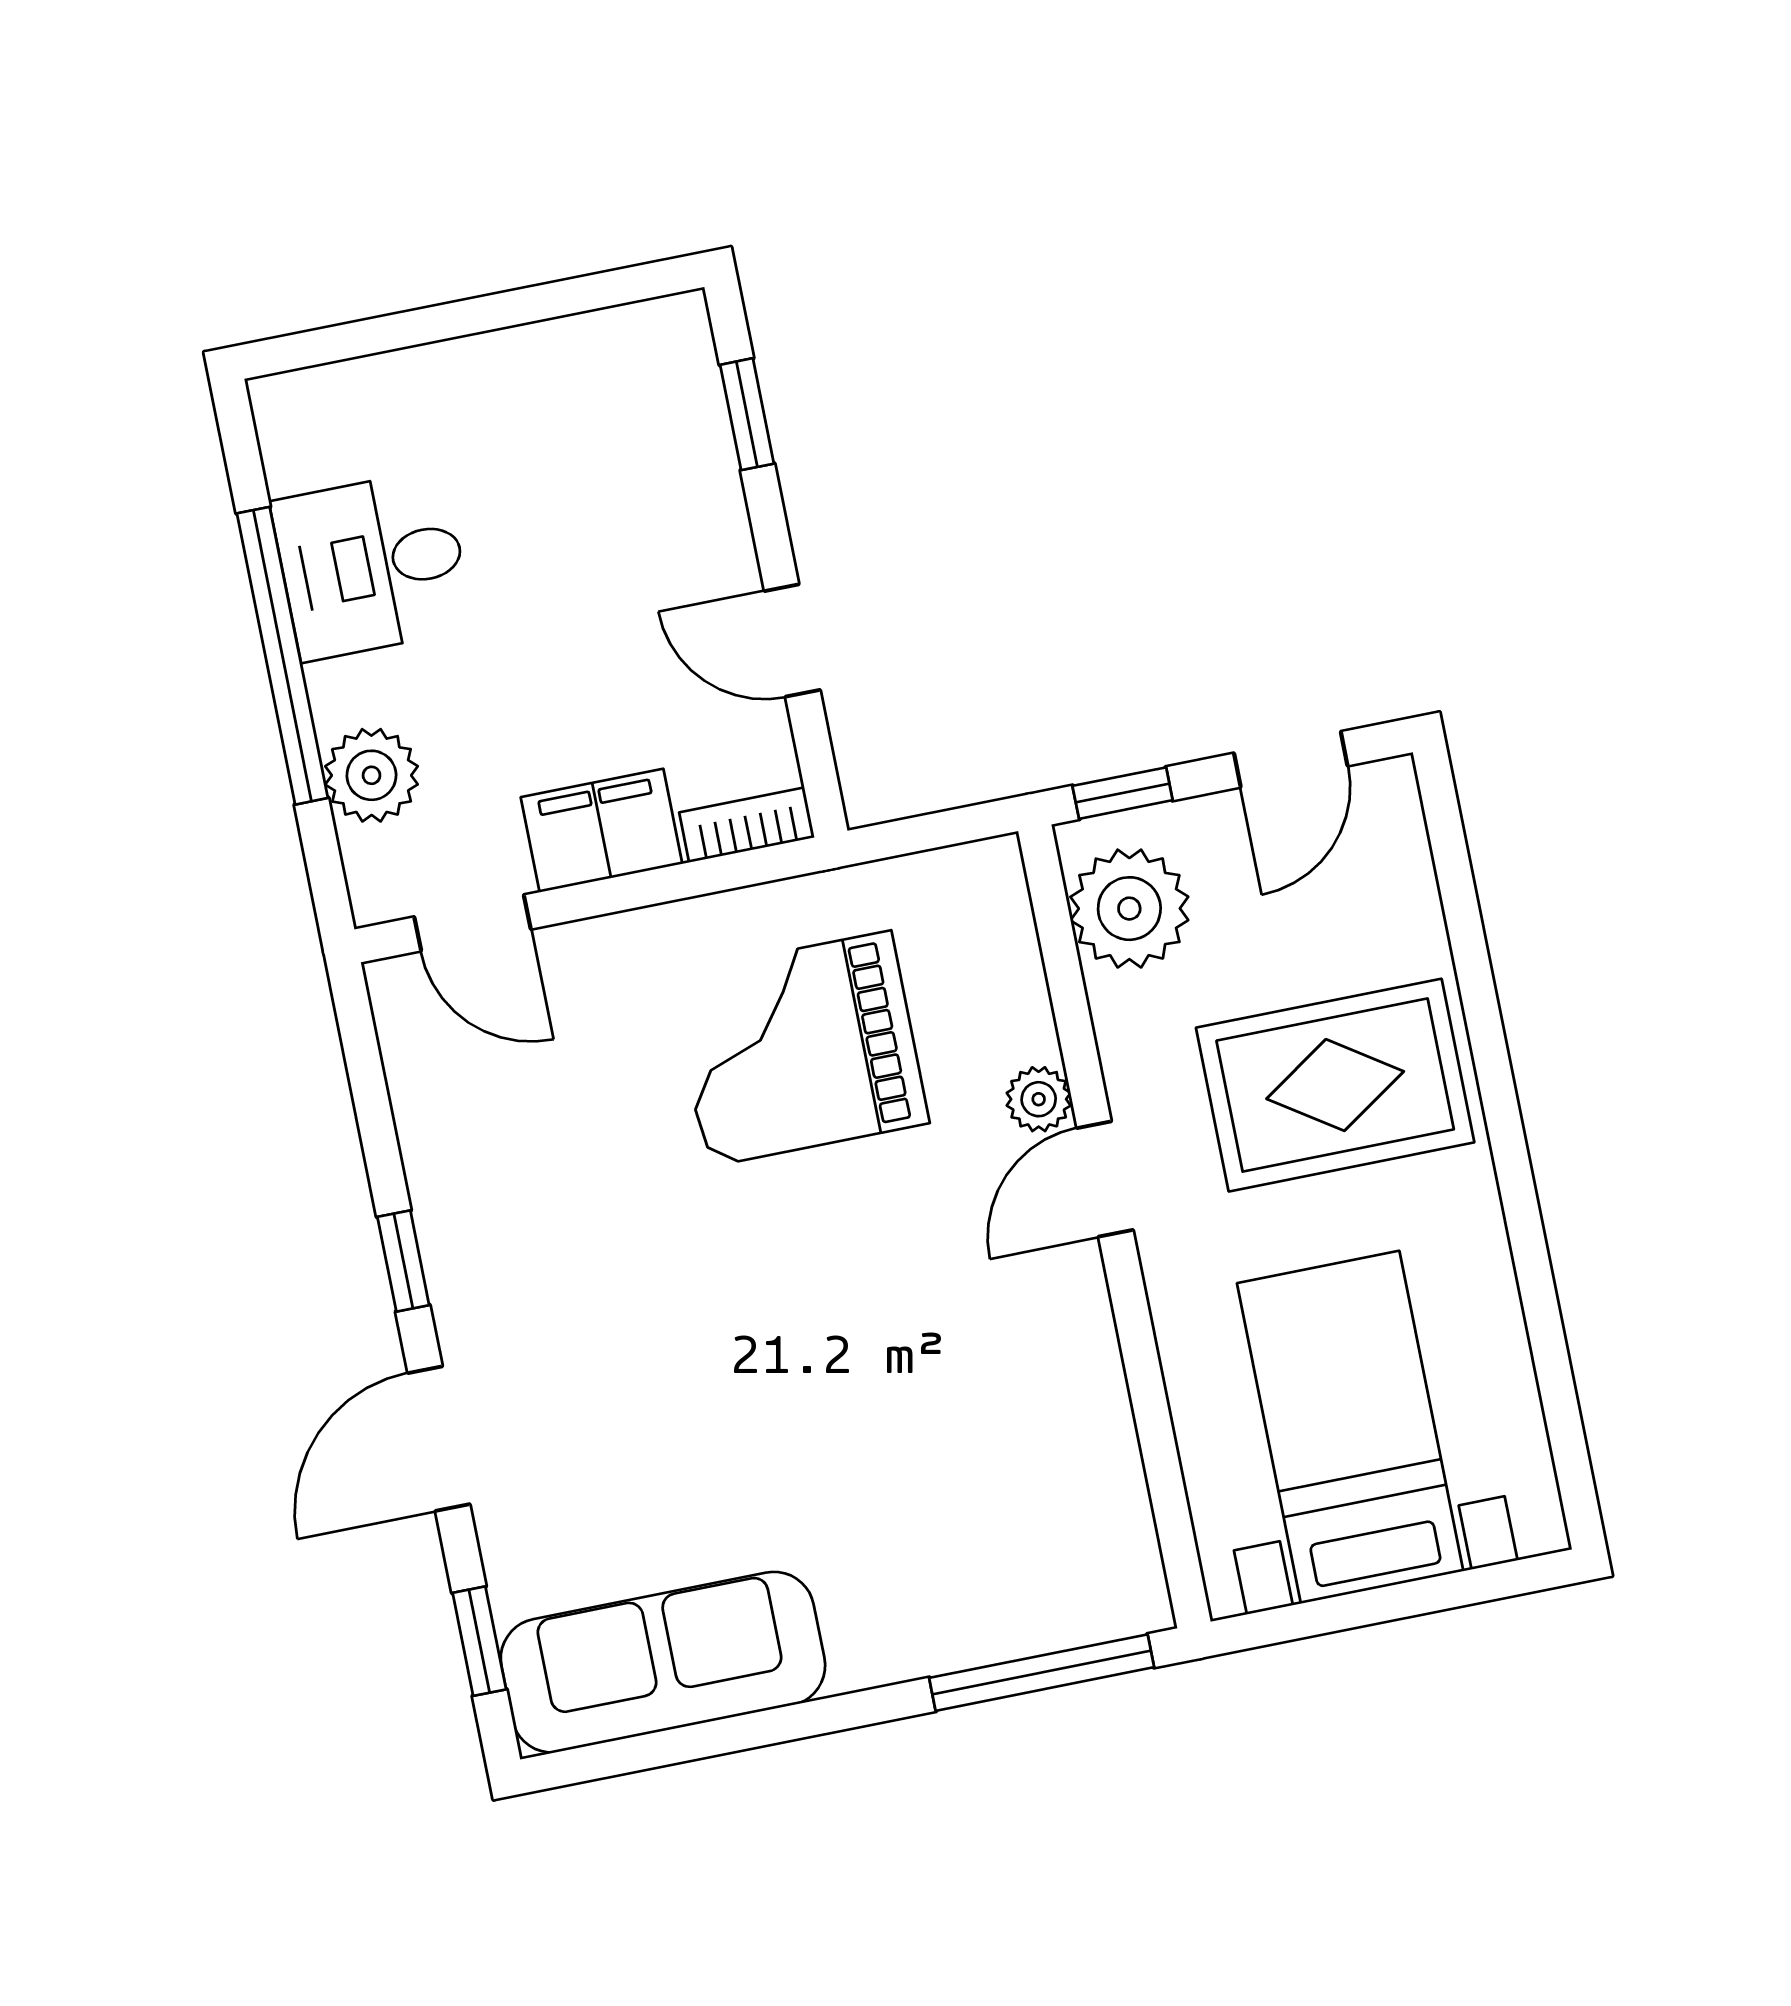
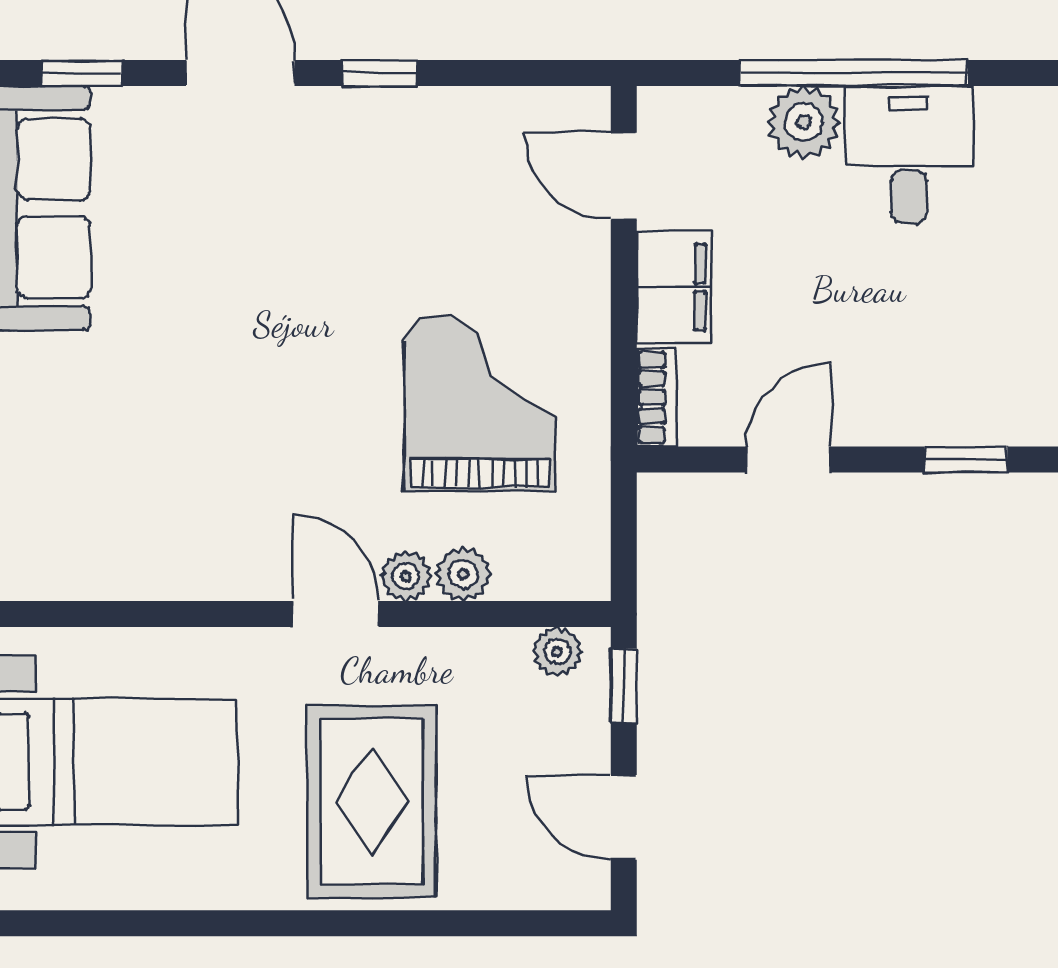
plant: (371, 775) -> (804, 122), moved
plant: (1129, 909) -> (557, 652), width x0.53, depth x0.53
door: (473, 923) -> (624, 176), hinge flipped
plant: (1021, 1026) -> (463, 574), added

